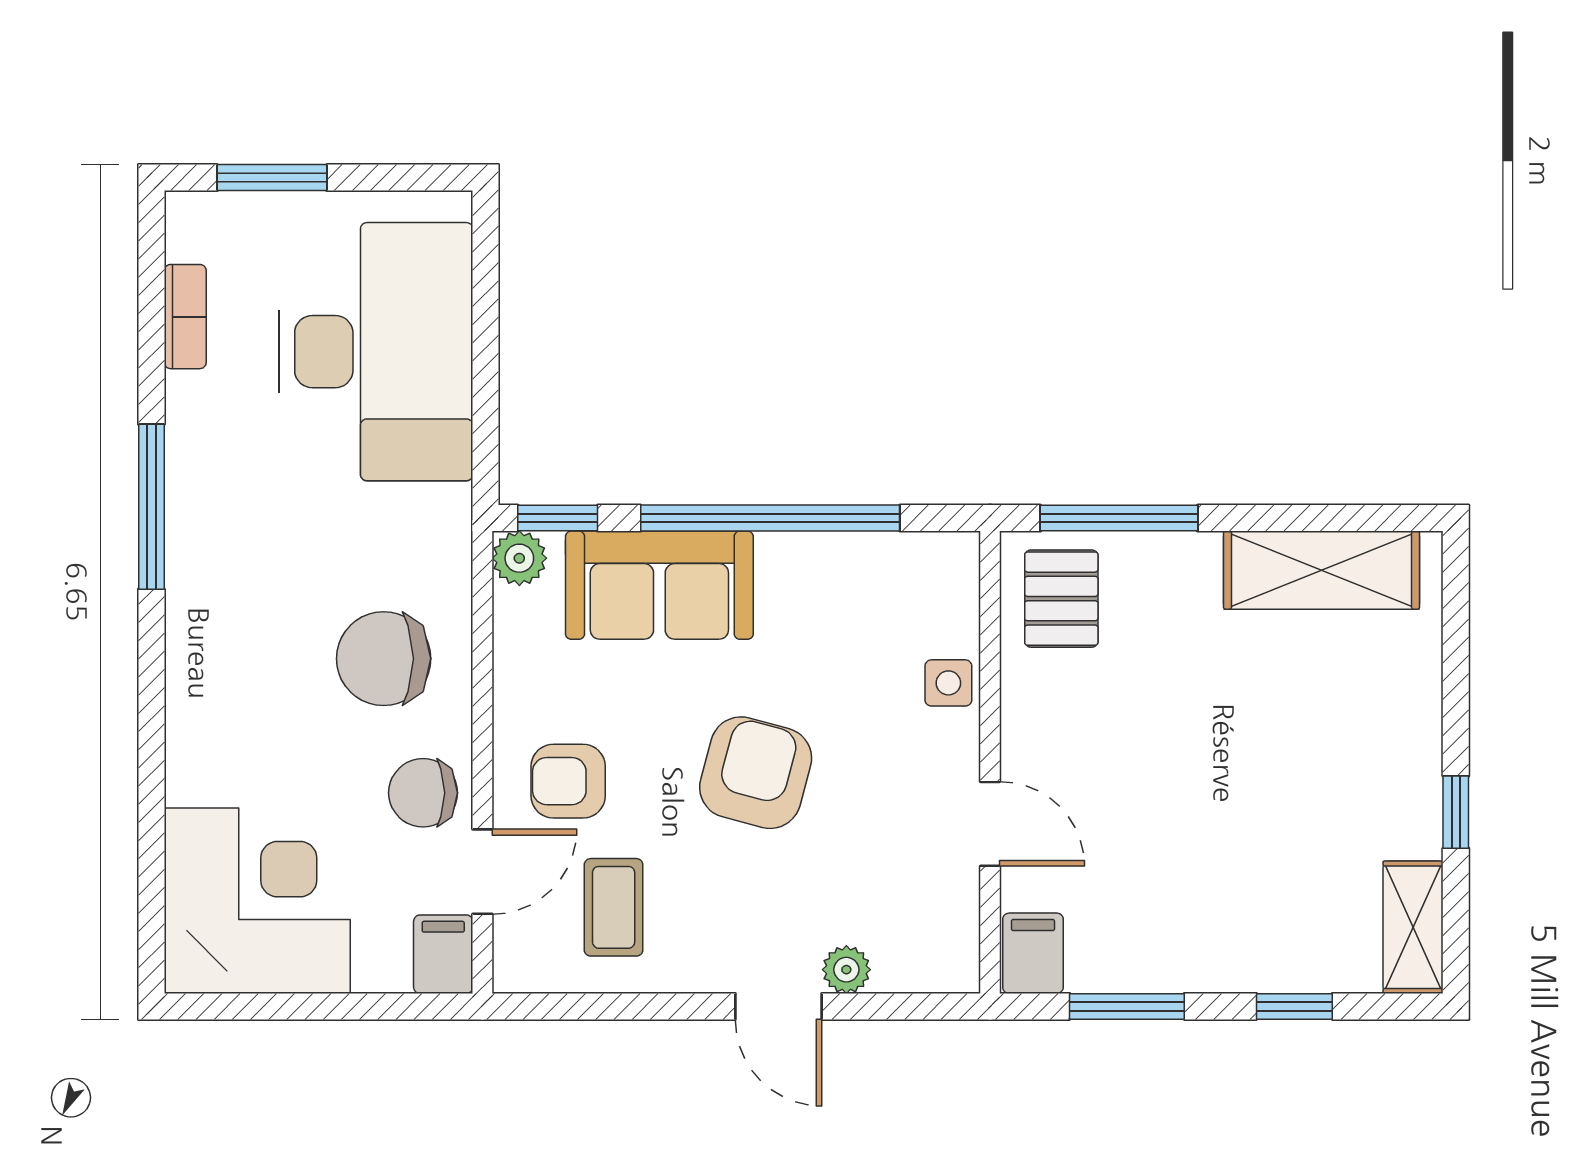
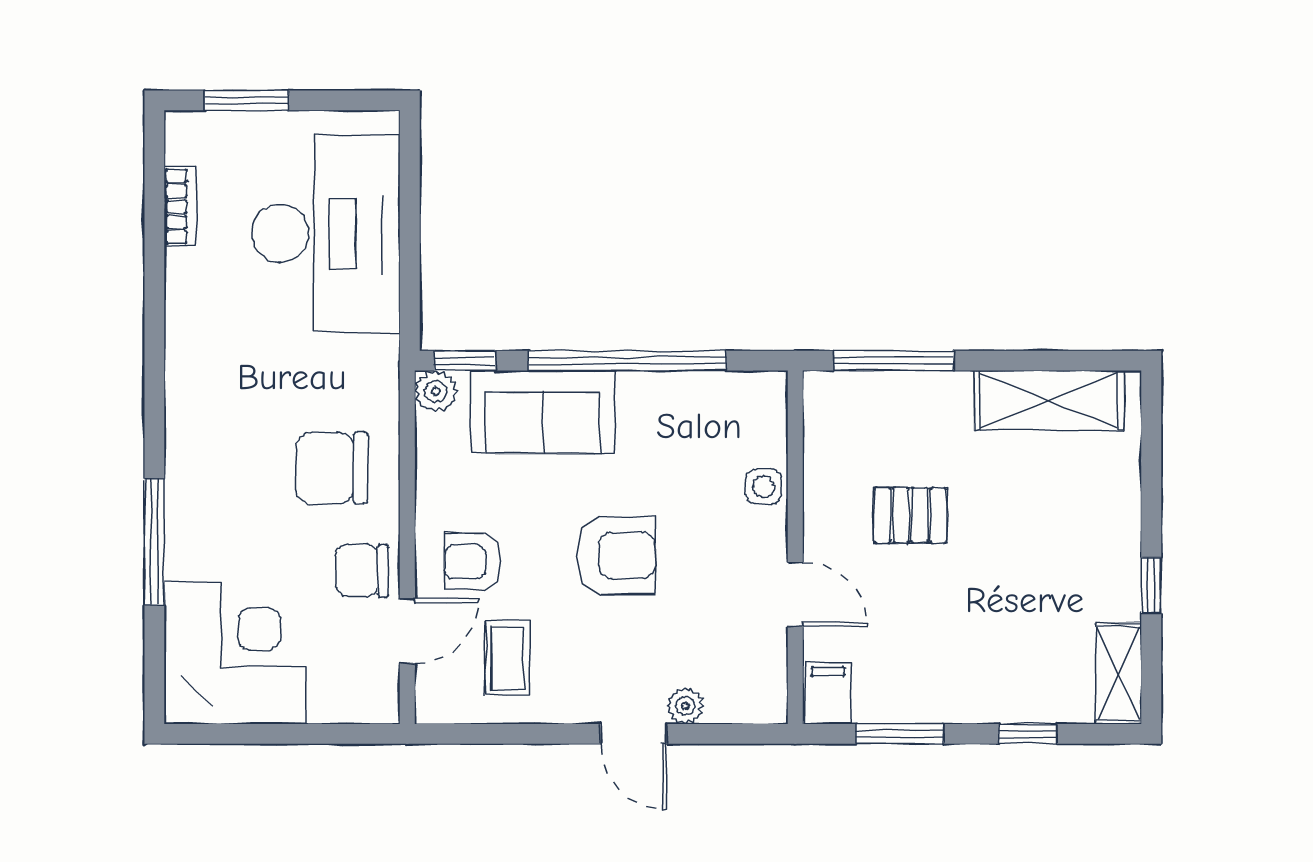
window: (151, 507) -> (154, 542), moved
pallet: (1061, 599) -> (910, 515), moved, turned 90
armchair: (756, 773) -> (616, 555), turned 75
filing cabinet: (443, 954) -> (377, 694), removed

